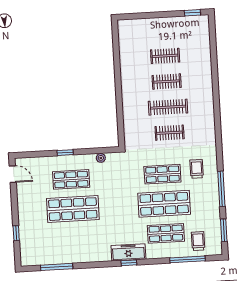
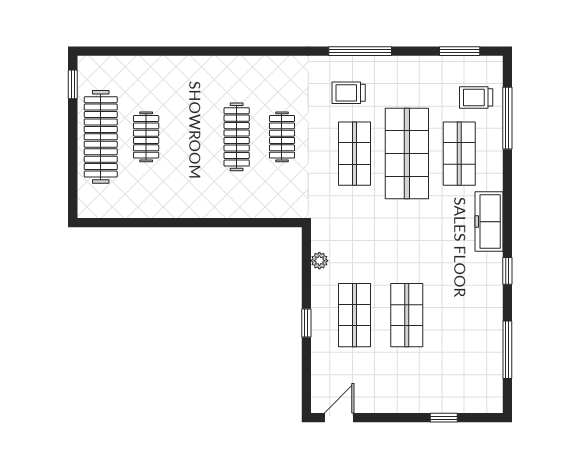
clothes rail: (167, 81) -> (101, 137), moved, width x1.86, depth x1.31
window: (221, 189) -> (360, 51), moved
shop shelf: (73, 209) -> (407, 315), width x0.70, depth x0.74
window: (129, 263) -> (507, 271), moved

